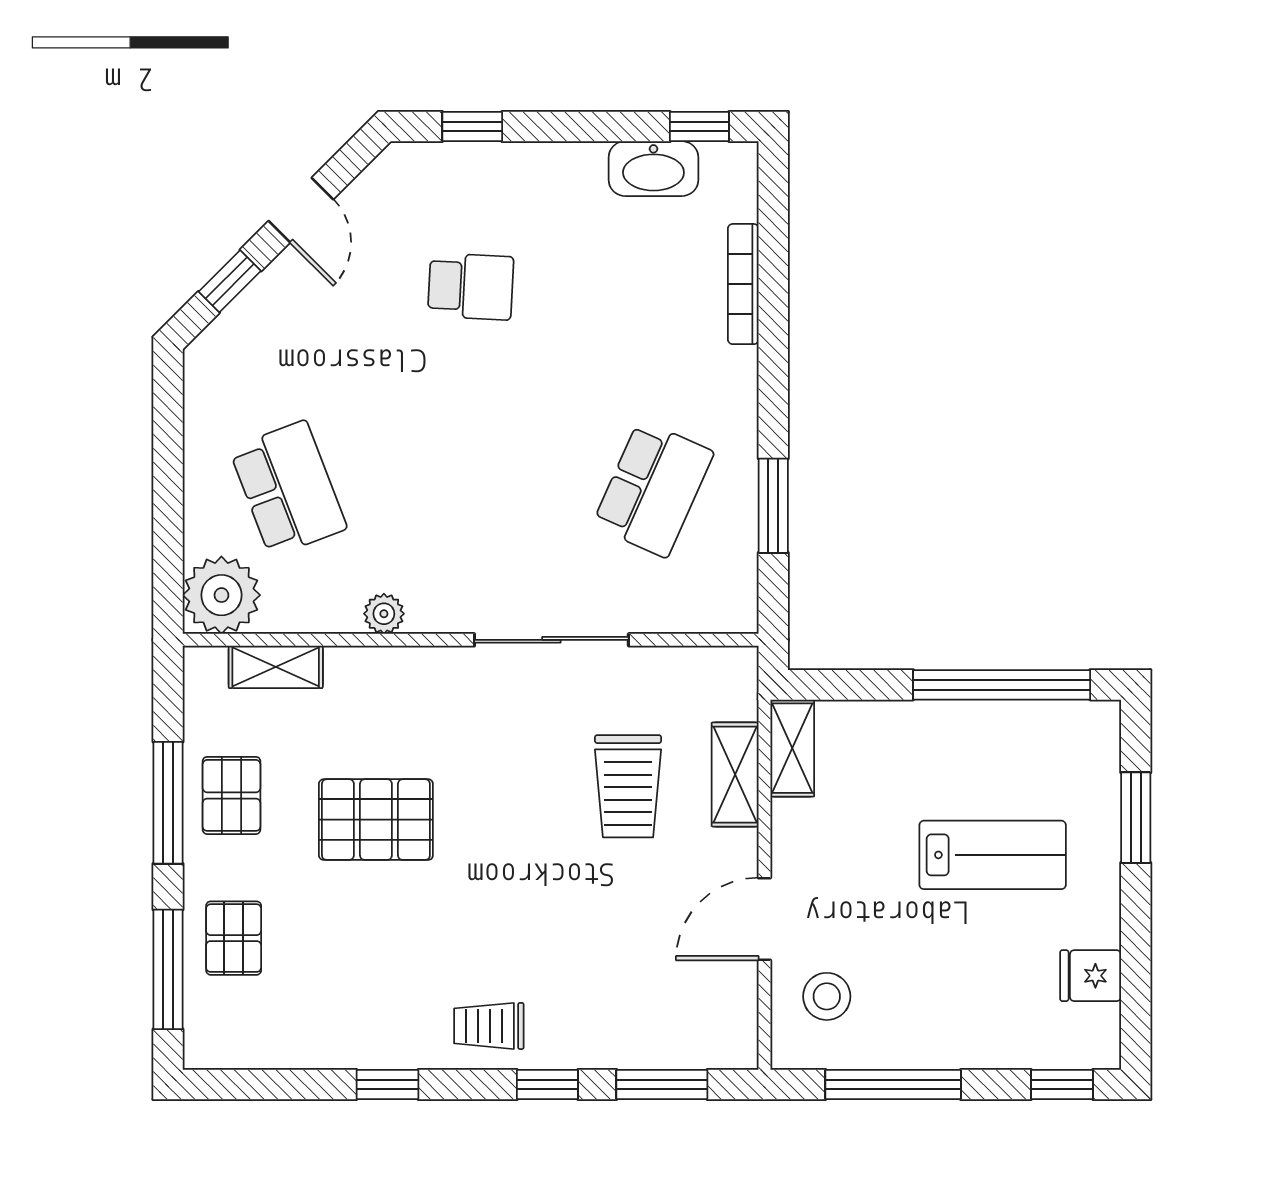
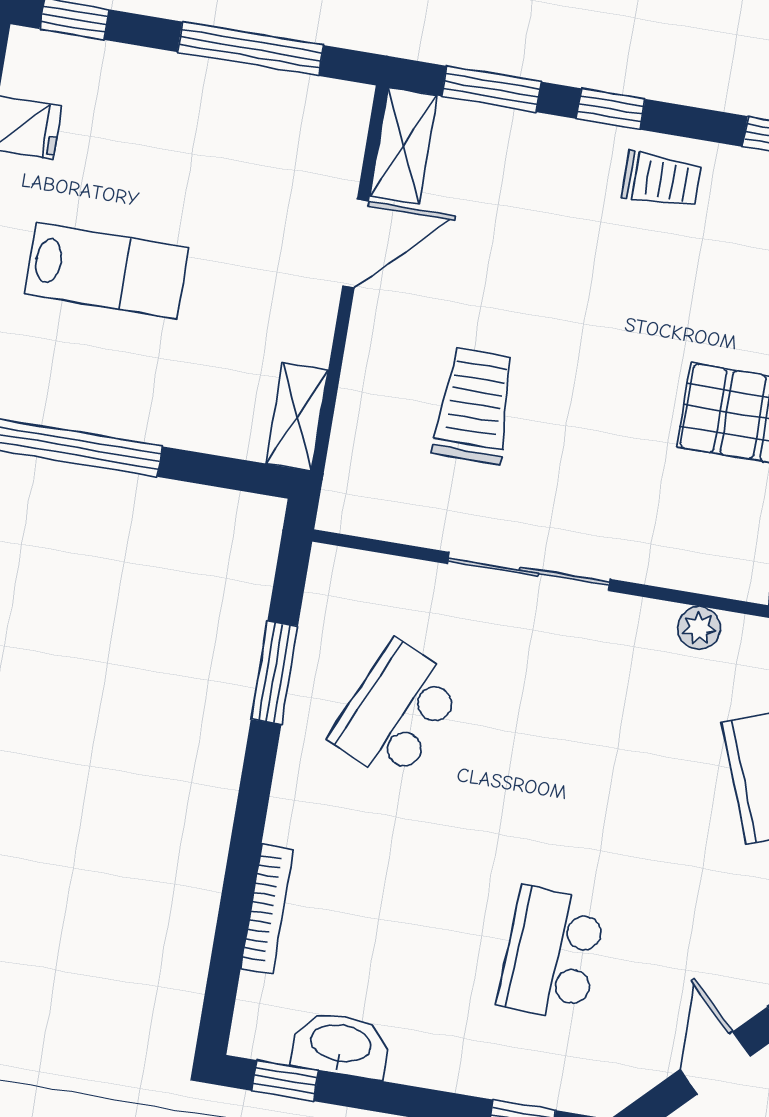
school desk: (471, 286) -> (552, 954), width x1.85
shelving: (735, 775) -> (403, 146), moved
lab bench: (993, 855) -> (107, 270), turned 180
stool: (827, 996) -> (304, 152), removed

